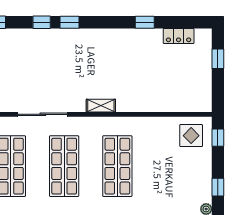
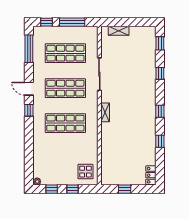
window: (69, 22) -> (160, 111), moved
locker: (179, 36) -> (151, 175), moved
window: (218, 59) -> (125, 189), moved
window: (218, 138) -> (73, 189), moved

